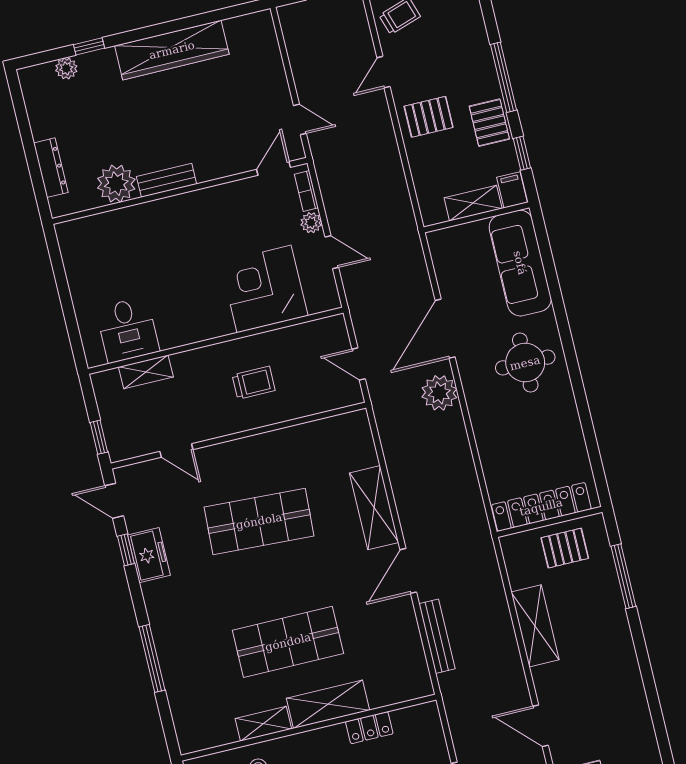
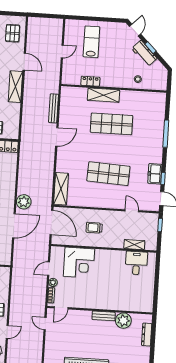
door: (332, 252) -> (49, 269), hinge flipped
door: (359, 364) -> (51, 222), width x1.87
shelving: (374, 508) -> (61, 189), moved
shelving: (535, 626) -> (15, 87), moved
shelving: (263, 724) -> (131, 95), removed

